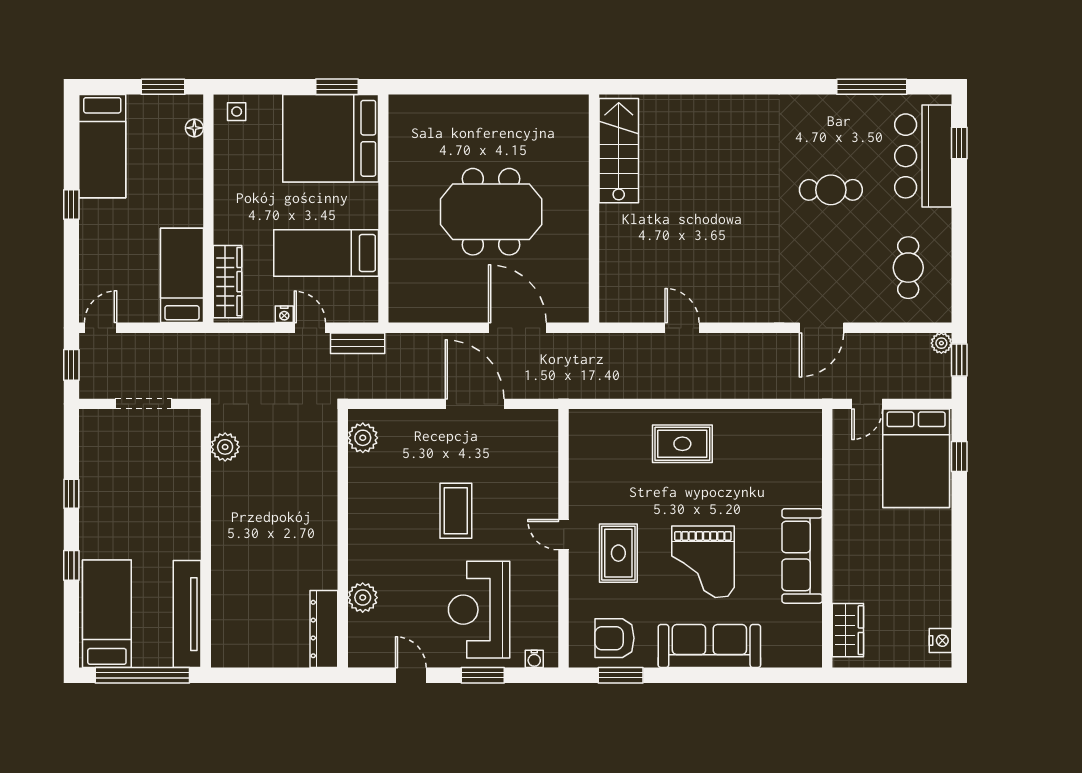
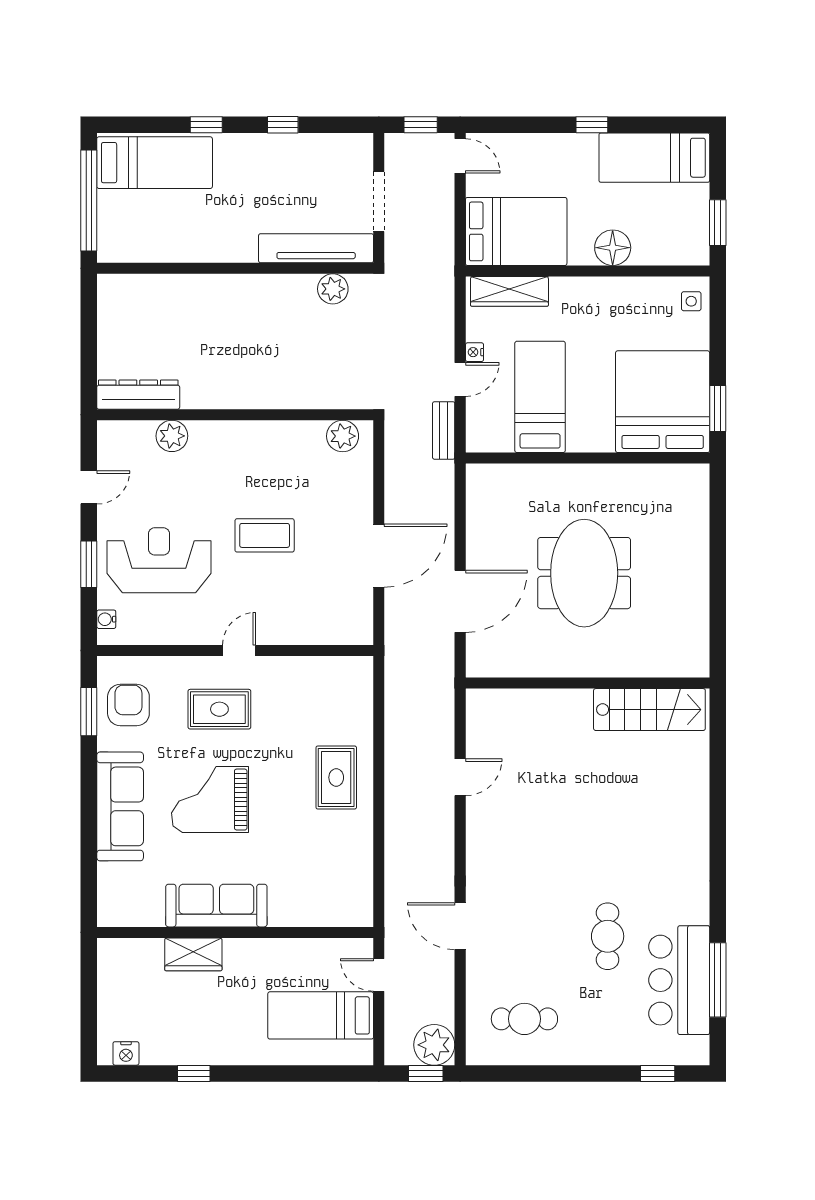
floor lamp: (194, 128) -> (613, 248), moved, width x1.89, depth x1.89
bar counter: (923, 156) -> (679, 980), moved, turned -90
bed: (182, 275) -> (516, 231), width x1.50
plant: (941, 343) -> (434, 1045), width x1.87, depth x1.87
window: (959, 457) -> (194, 1073), moved
bed: (916, 458) -> (321, 1015), width x0.67
tv unit: (187, 614) -> (316, 248), moved
wardrobe: (848, 630) -> (193, 954), moved

